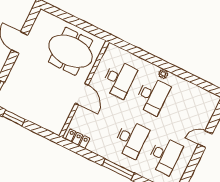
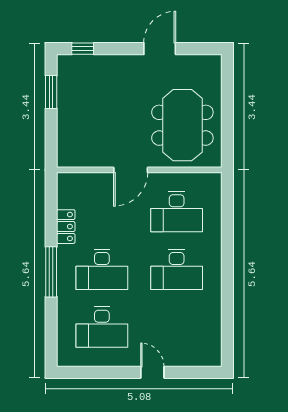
plant: (163, 74) -> (214, 269), removed
locker: (77, 139) -> (66, 227), moved

